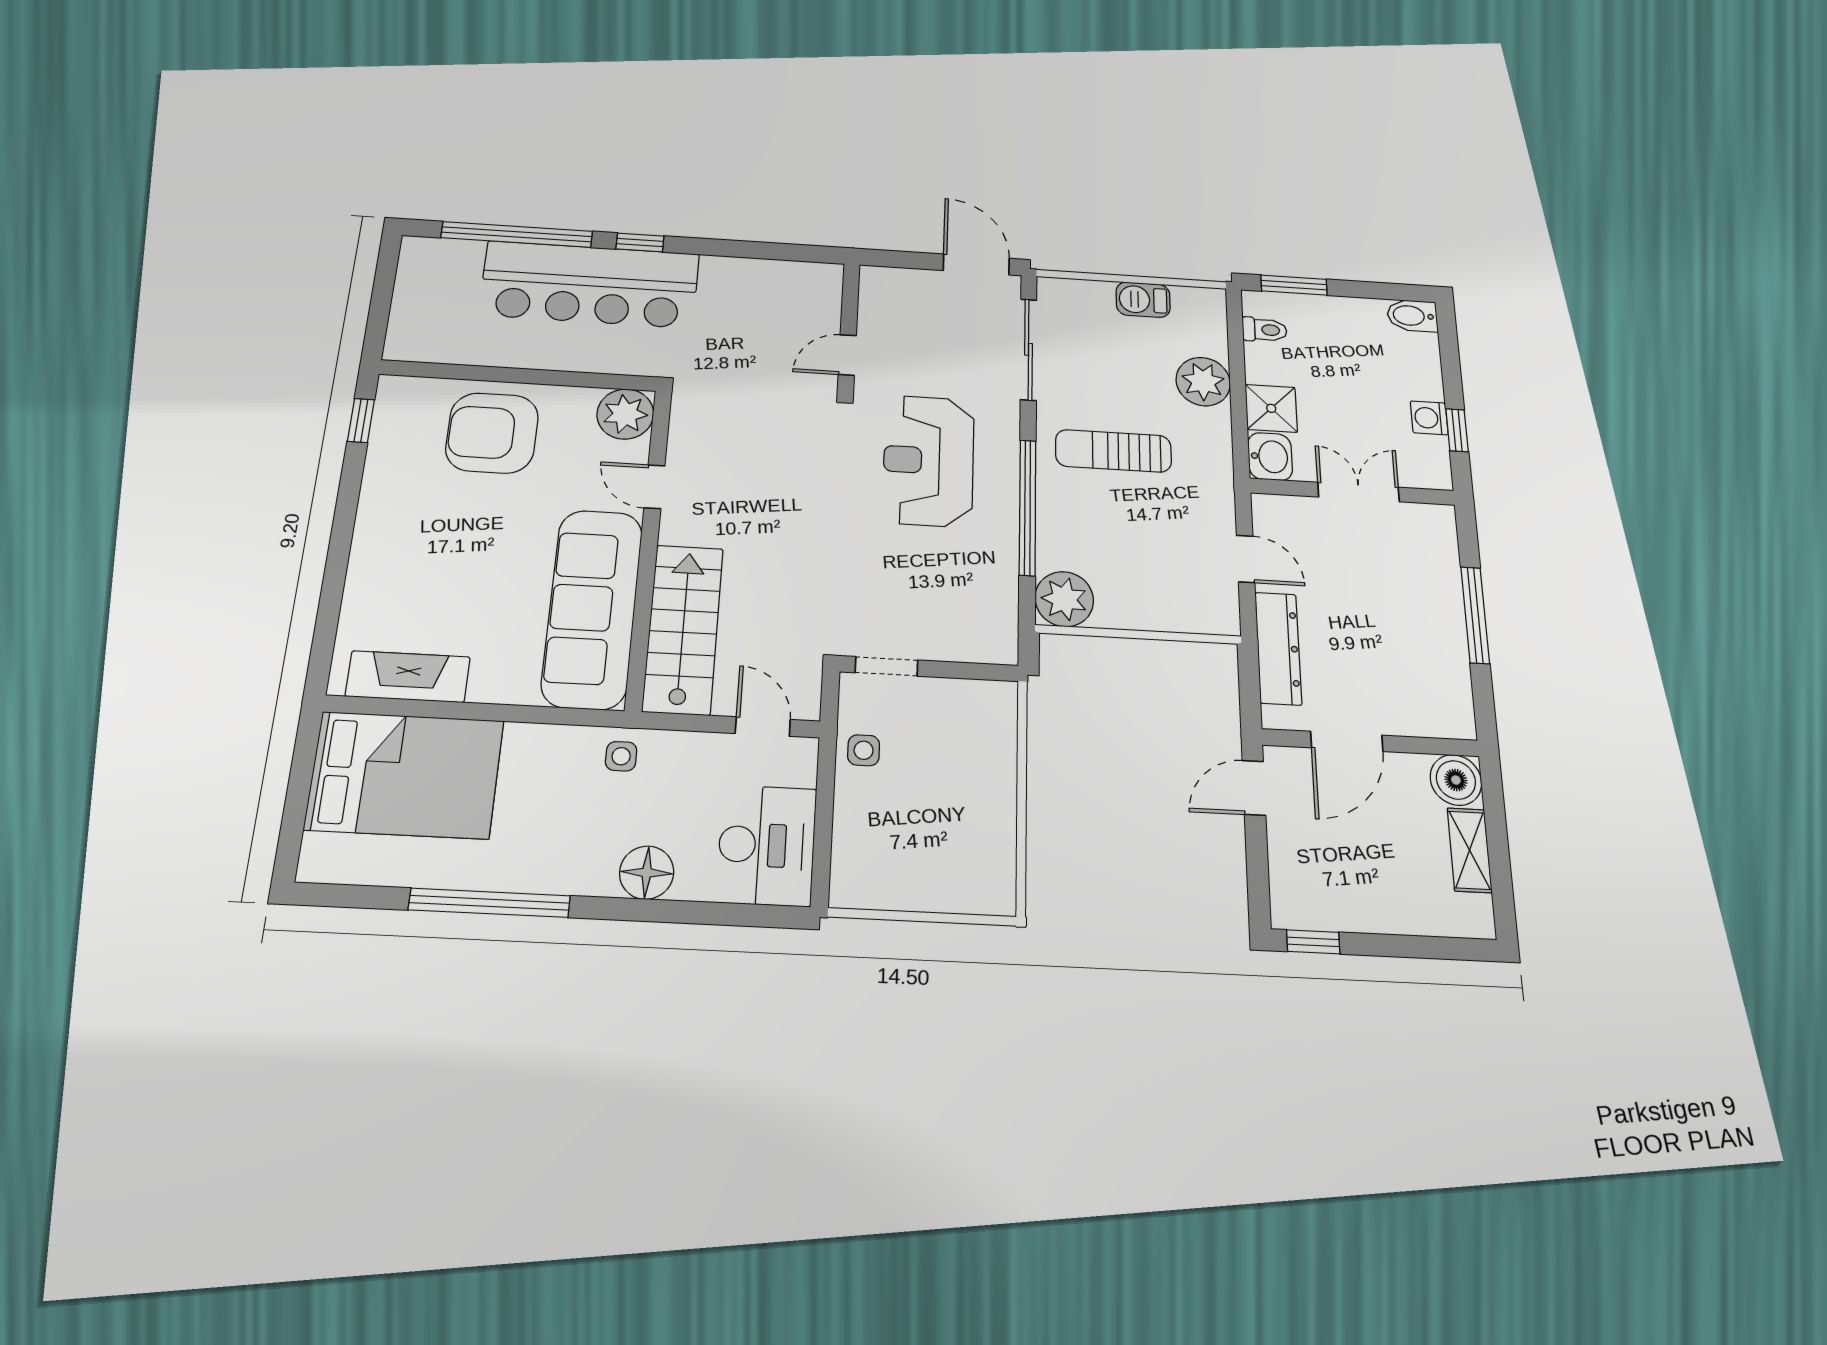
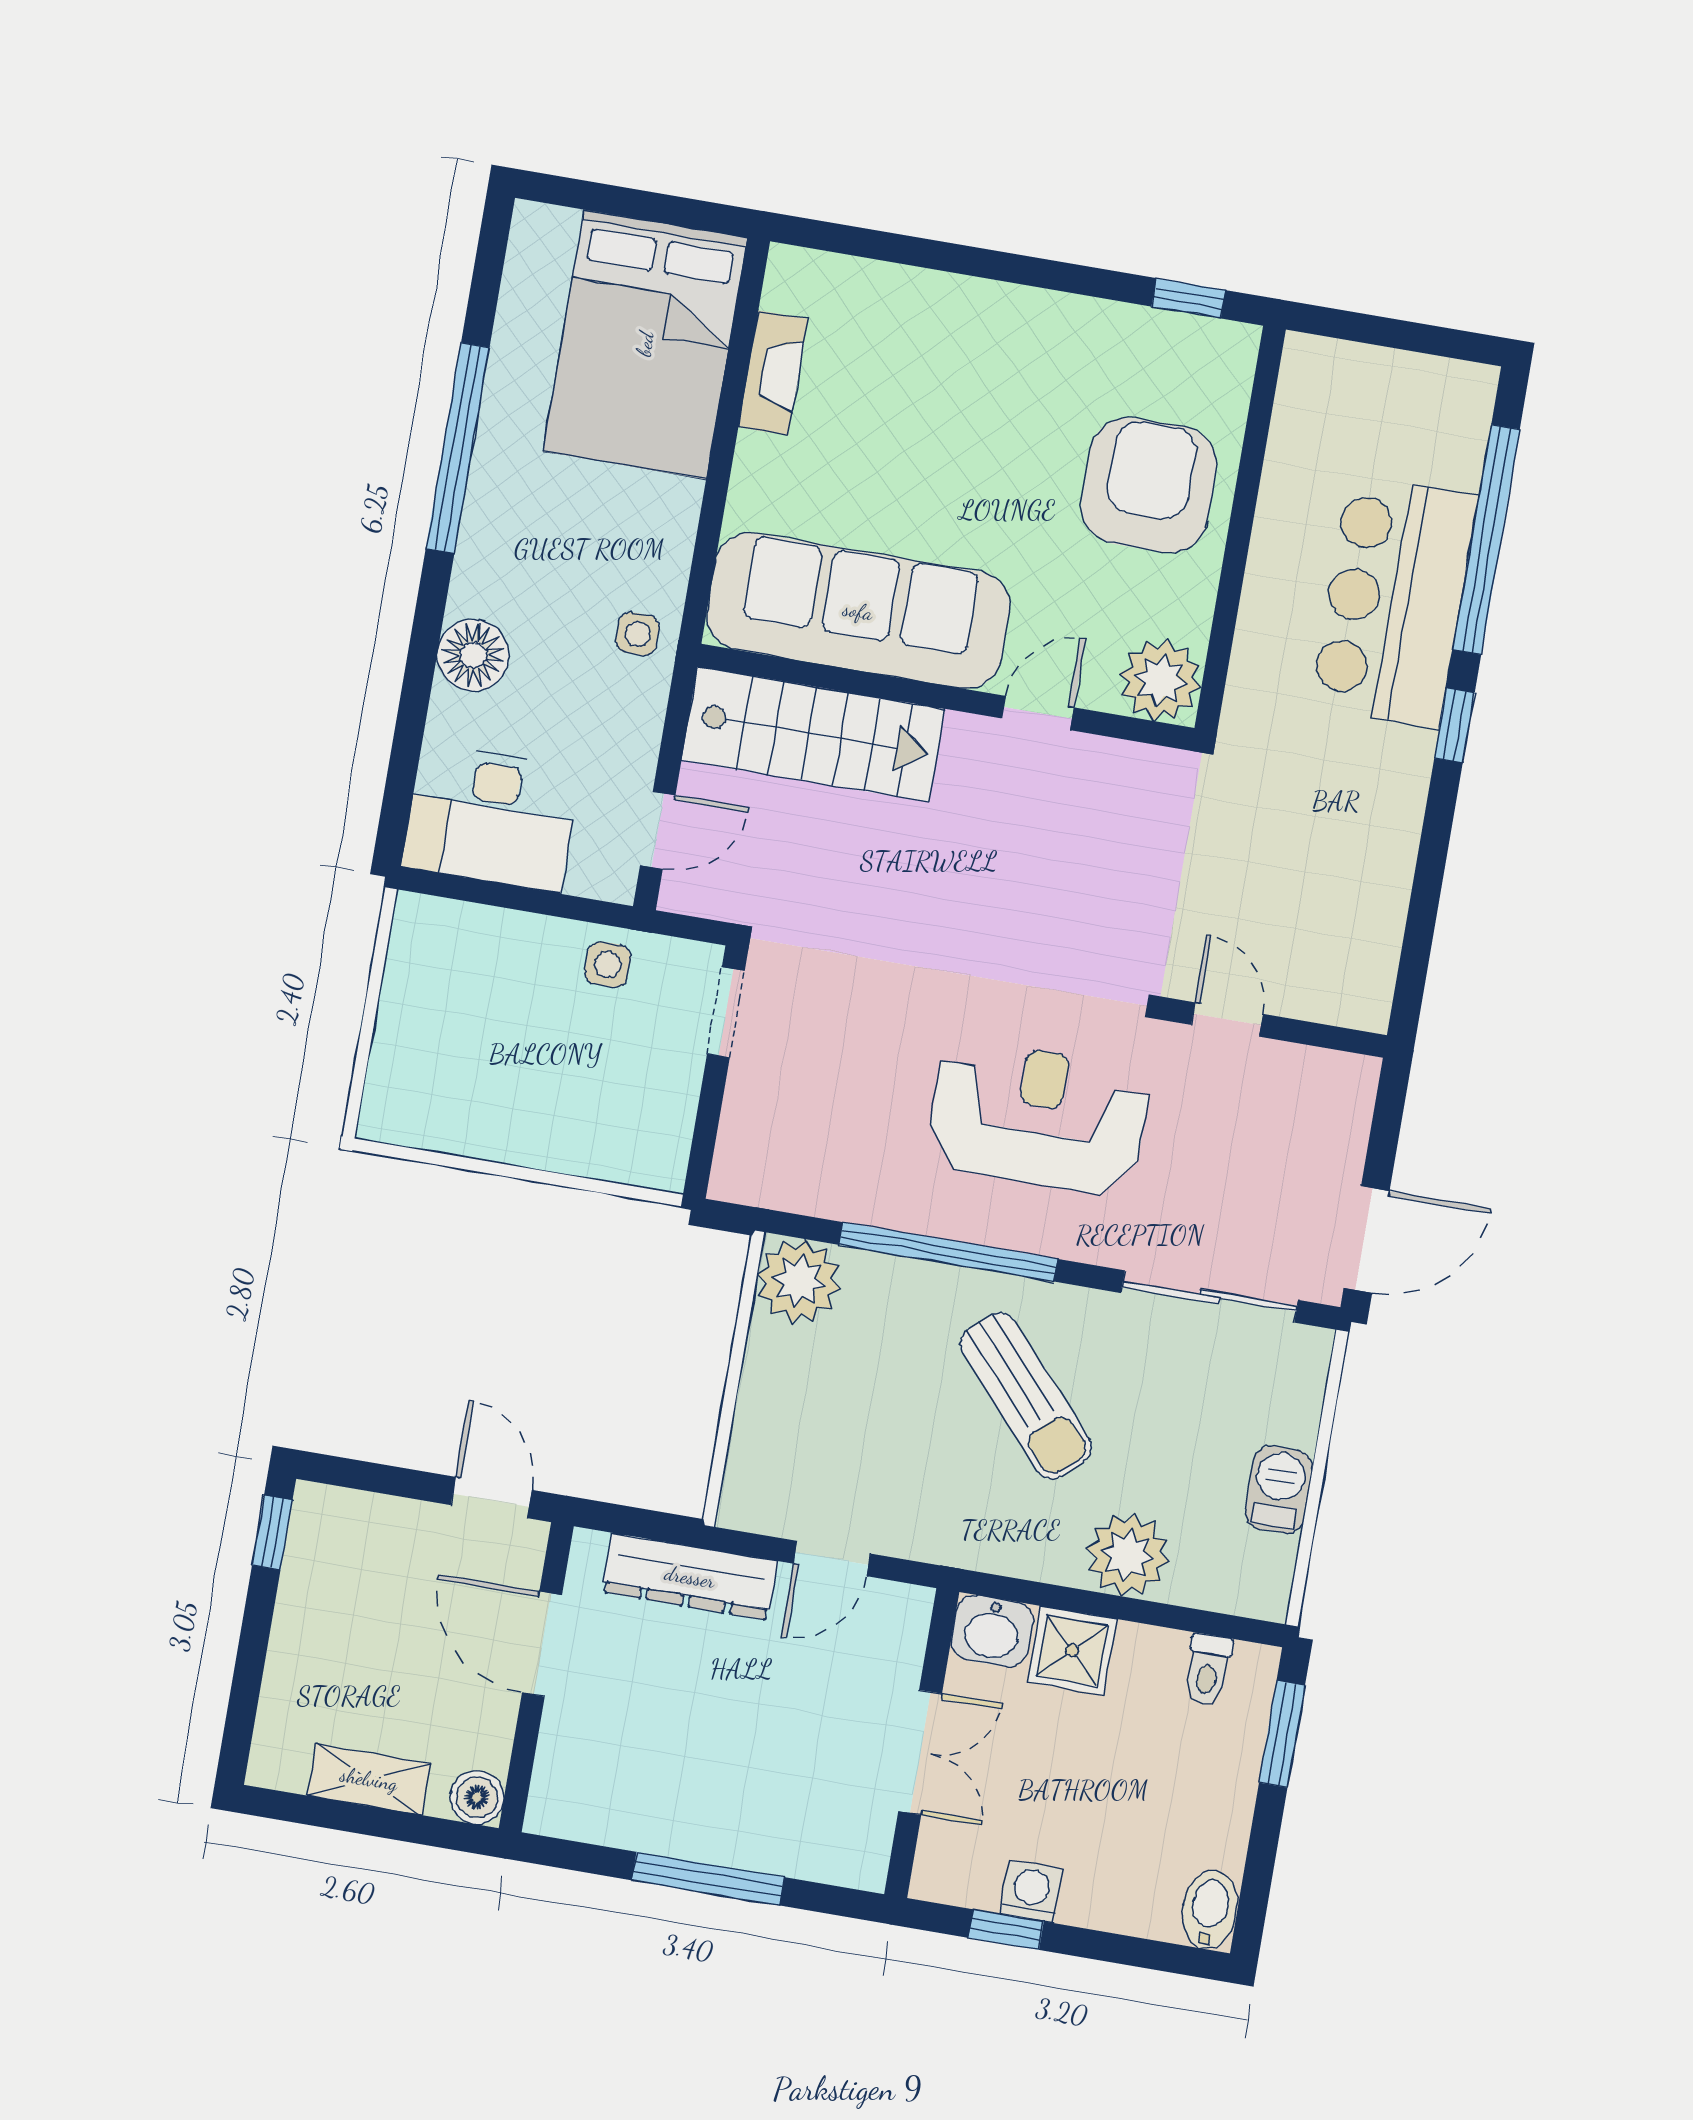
bar counter: (590, 284) -> (1394, 601), width x0.73
sun lounger: (1113, 451) -> (1026, 1396), turned 138
fireplace: (408, 677) -> (773, 373), width x0.73, depth x0.76
boiler: (1456, 780) -> (477, 1797), width x0.73, depth x0.73

